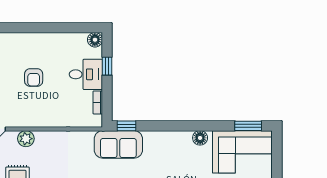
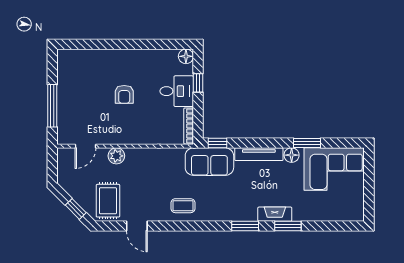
bookcase: (98, 102) -> (189, 126), width x1.56
window: (248, 126) -> (307, 143), moved
tv unit: (168, 137) -> (259, 154), added

